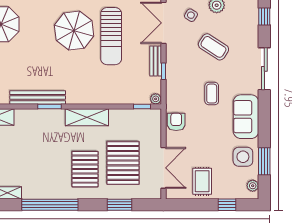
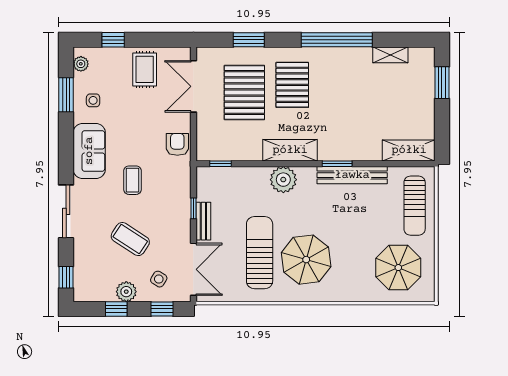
plant: (156, 99) -> (283, 180), moved, width x1.88, depth x1.88
armchair: (176, 122) -> (177, 144), turned 180
side table: (243, 157) -> (93, 100), width x0.54, depth x0.54

